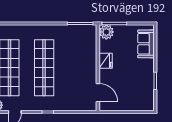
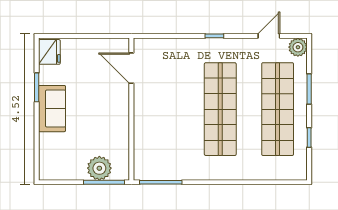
plant: (106, 32) -> (99, 168), moved
sofa: (146, 44) -> (52, 109), moved
fridge: (106, 61) -> (49, 52), moved, turned 180

